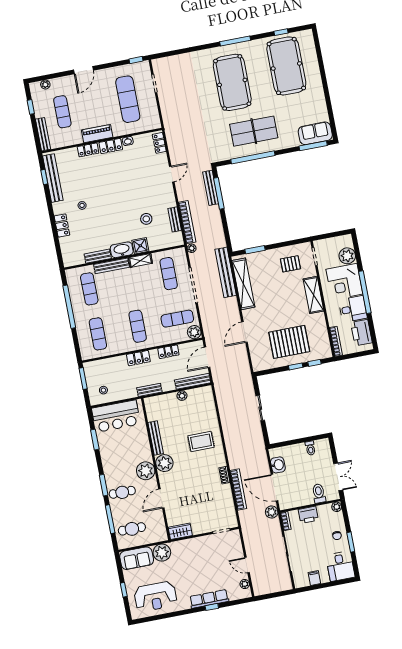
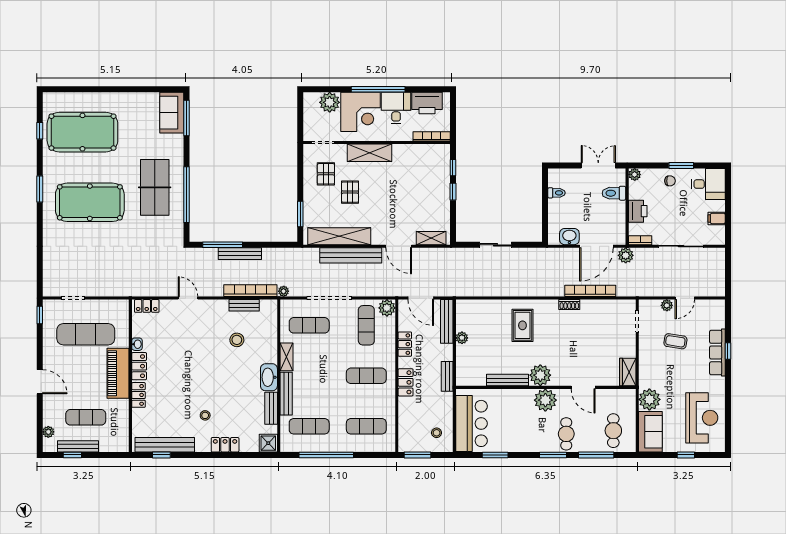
window: (235, 41) -> (40, 189), width x0.69
bench: (43, 134) -> (78, 446), moved
piano: (97, 134) -> (118, 373), width x1.37, depth x1.33
bench: (211, 188) -> (240, 254), moved
shower: (140, 246) -> (268, 443), moved
bench: (226, 272) -> (351, 255), moved
pallet: (289, 342) -> (350, 192), moved, width x0.49, depth x0.50
shelving: (256, 356) -> (431, 238), added
coffee table: (212, 564) -> (675, 341), added
plant: (245, 584) -> (667, 305), moved

